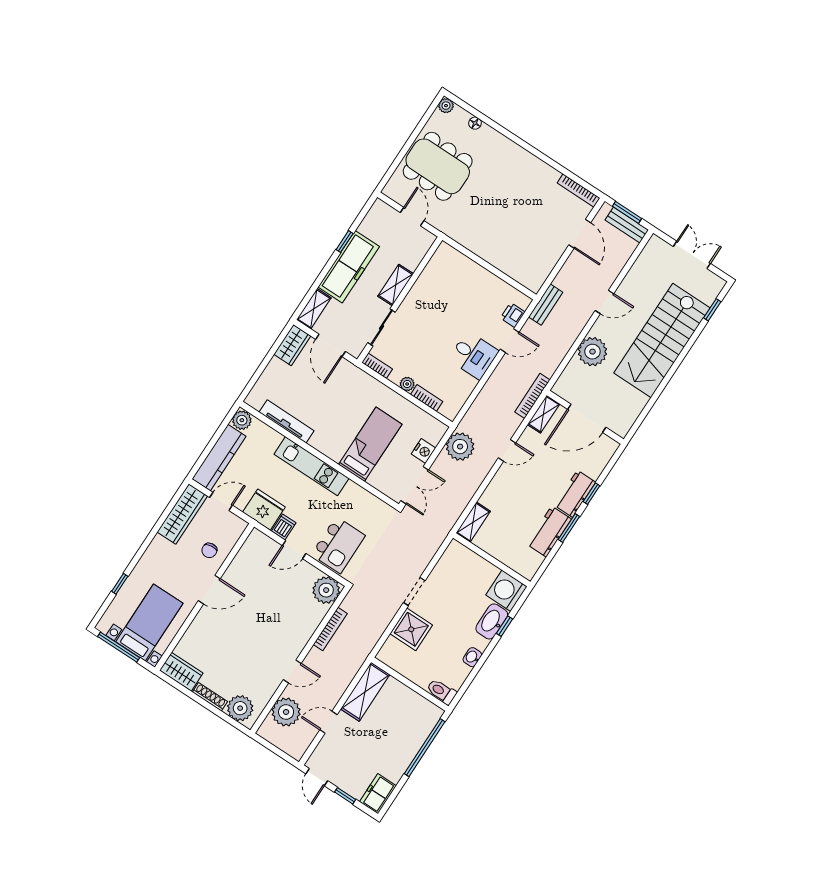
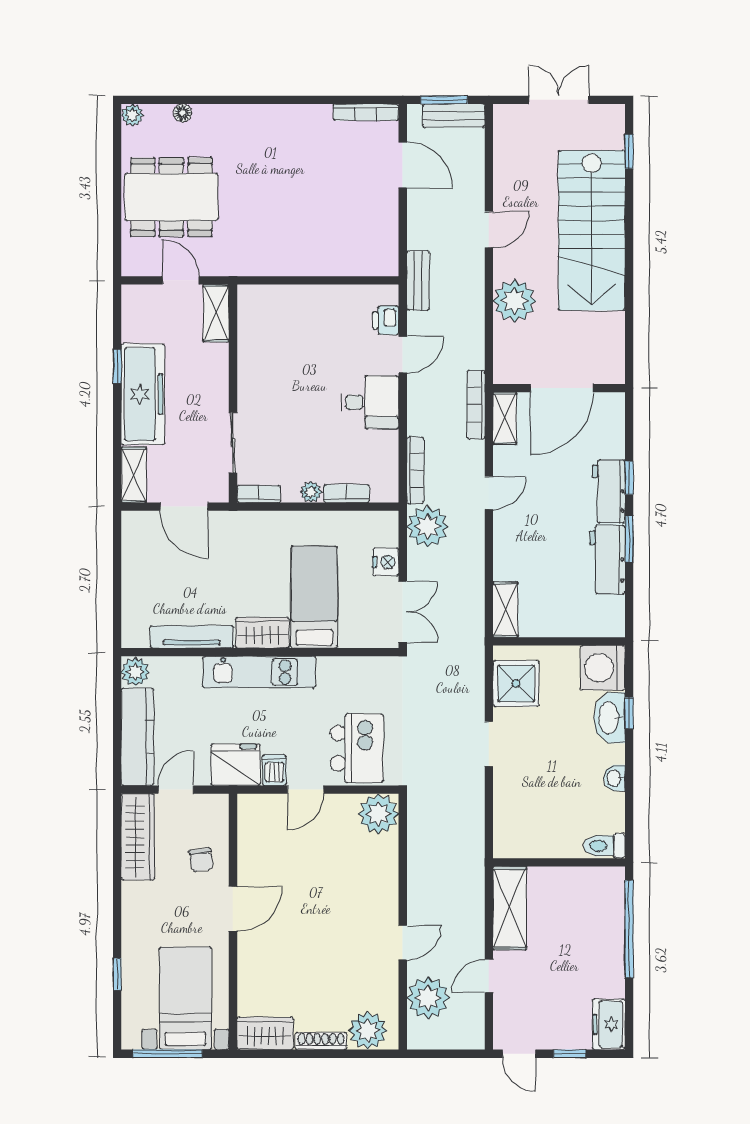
shelving: (396, 285) -> (216, 313), moved
wardrobe: (292, 345) -> (262, 633), moved, turned -90
bookcase: (330, 629) -> (415, 470), moved
shower: (411, 629) -> (516, 683), moved

